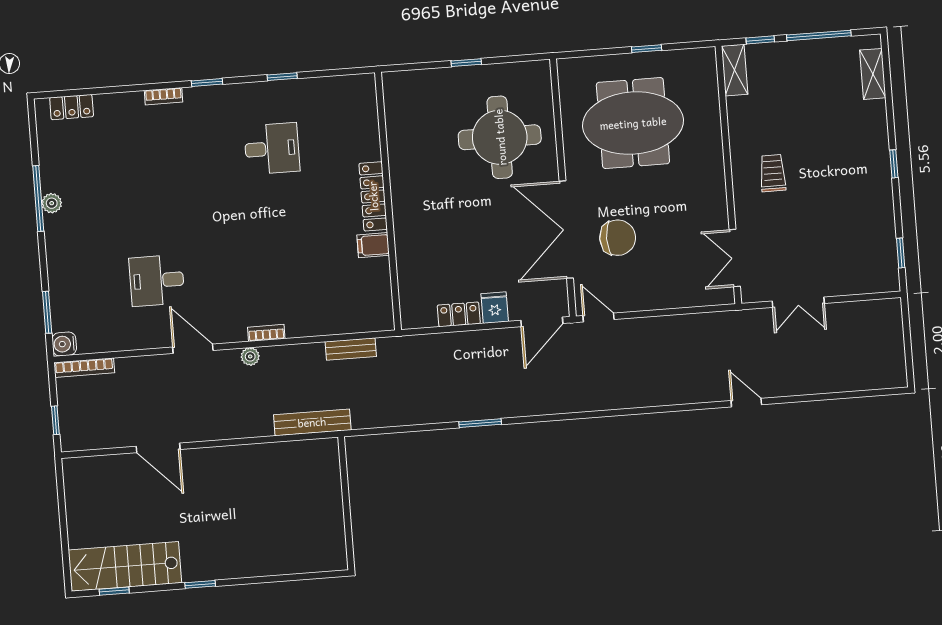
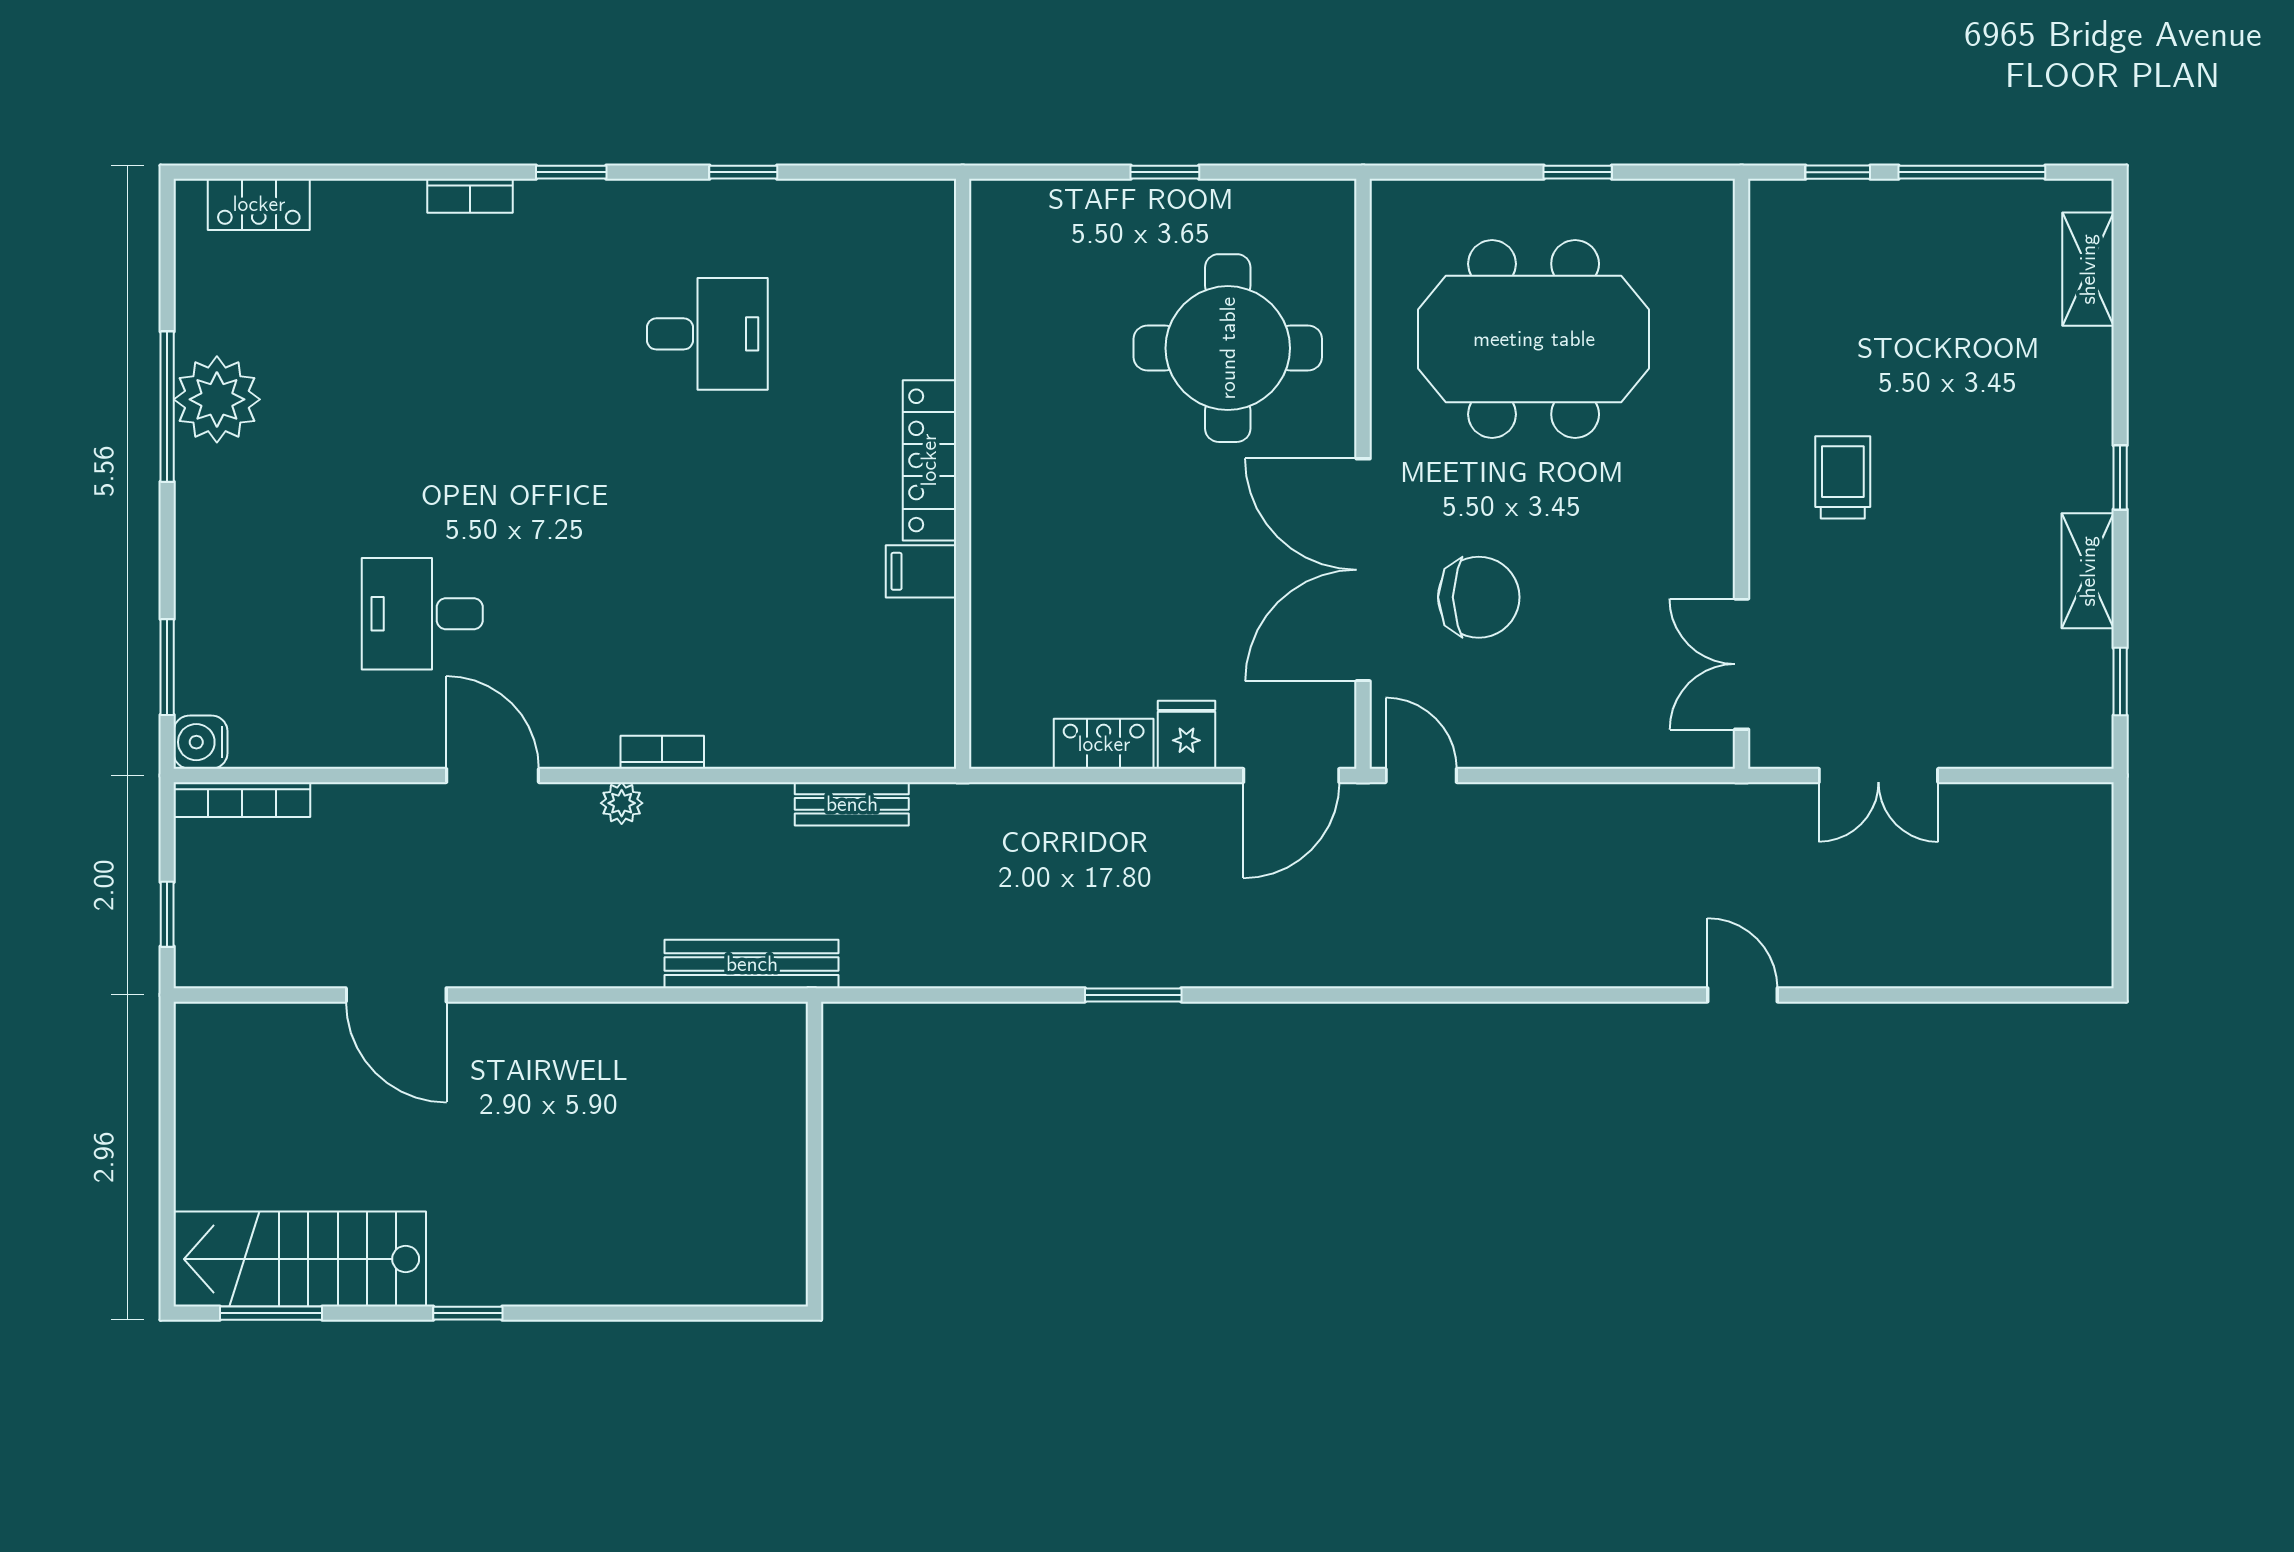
shelving: (735, 70) -> (2088, 571), moved
plant: (52, 203) -> (217, 399), width x1.87, depth x1.87
window: (114, 591) -> (271, 1313), width x1.50

